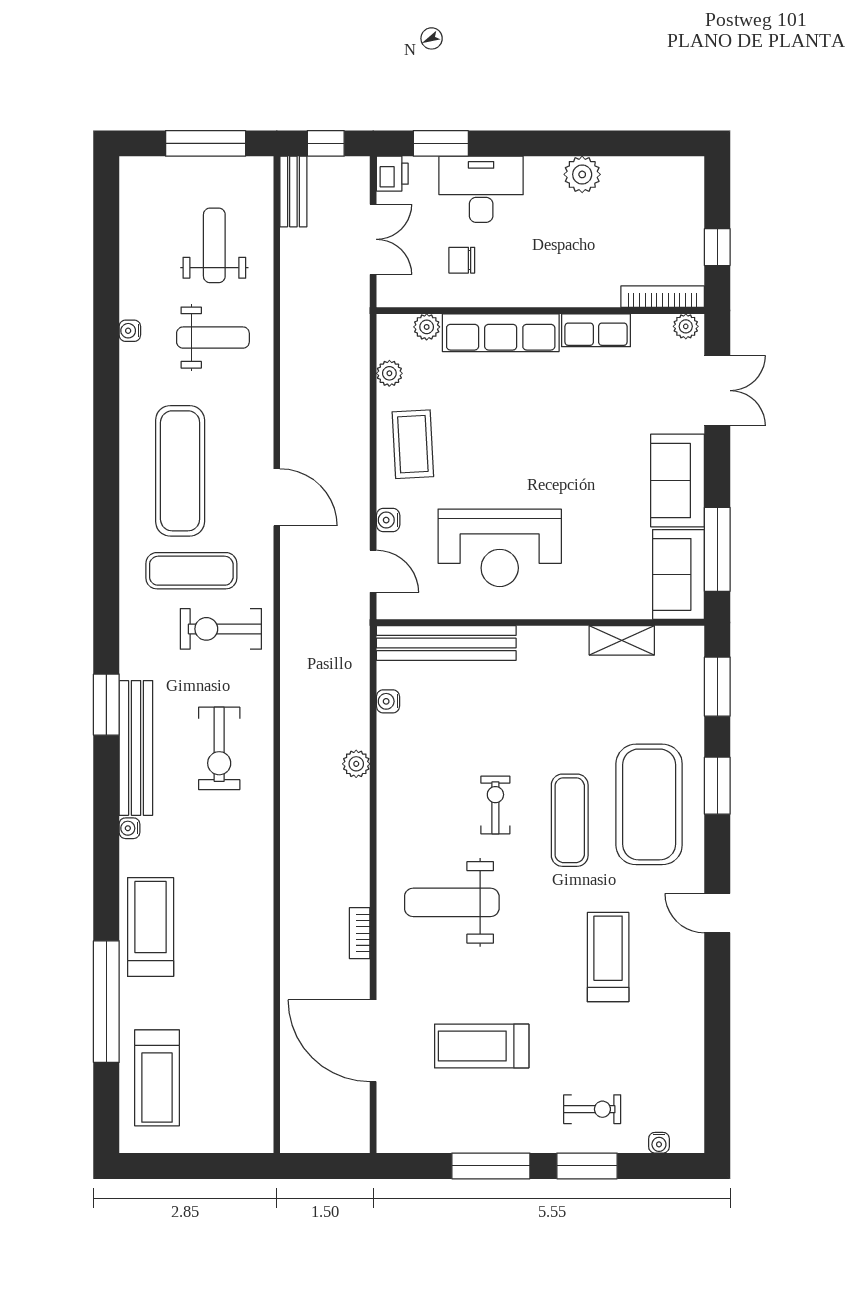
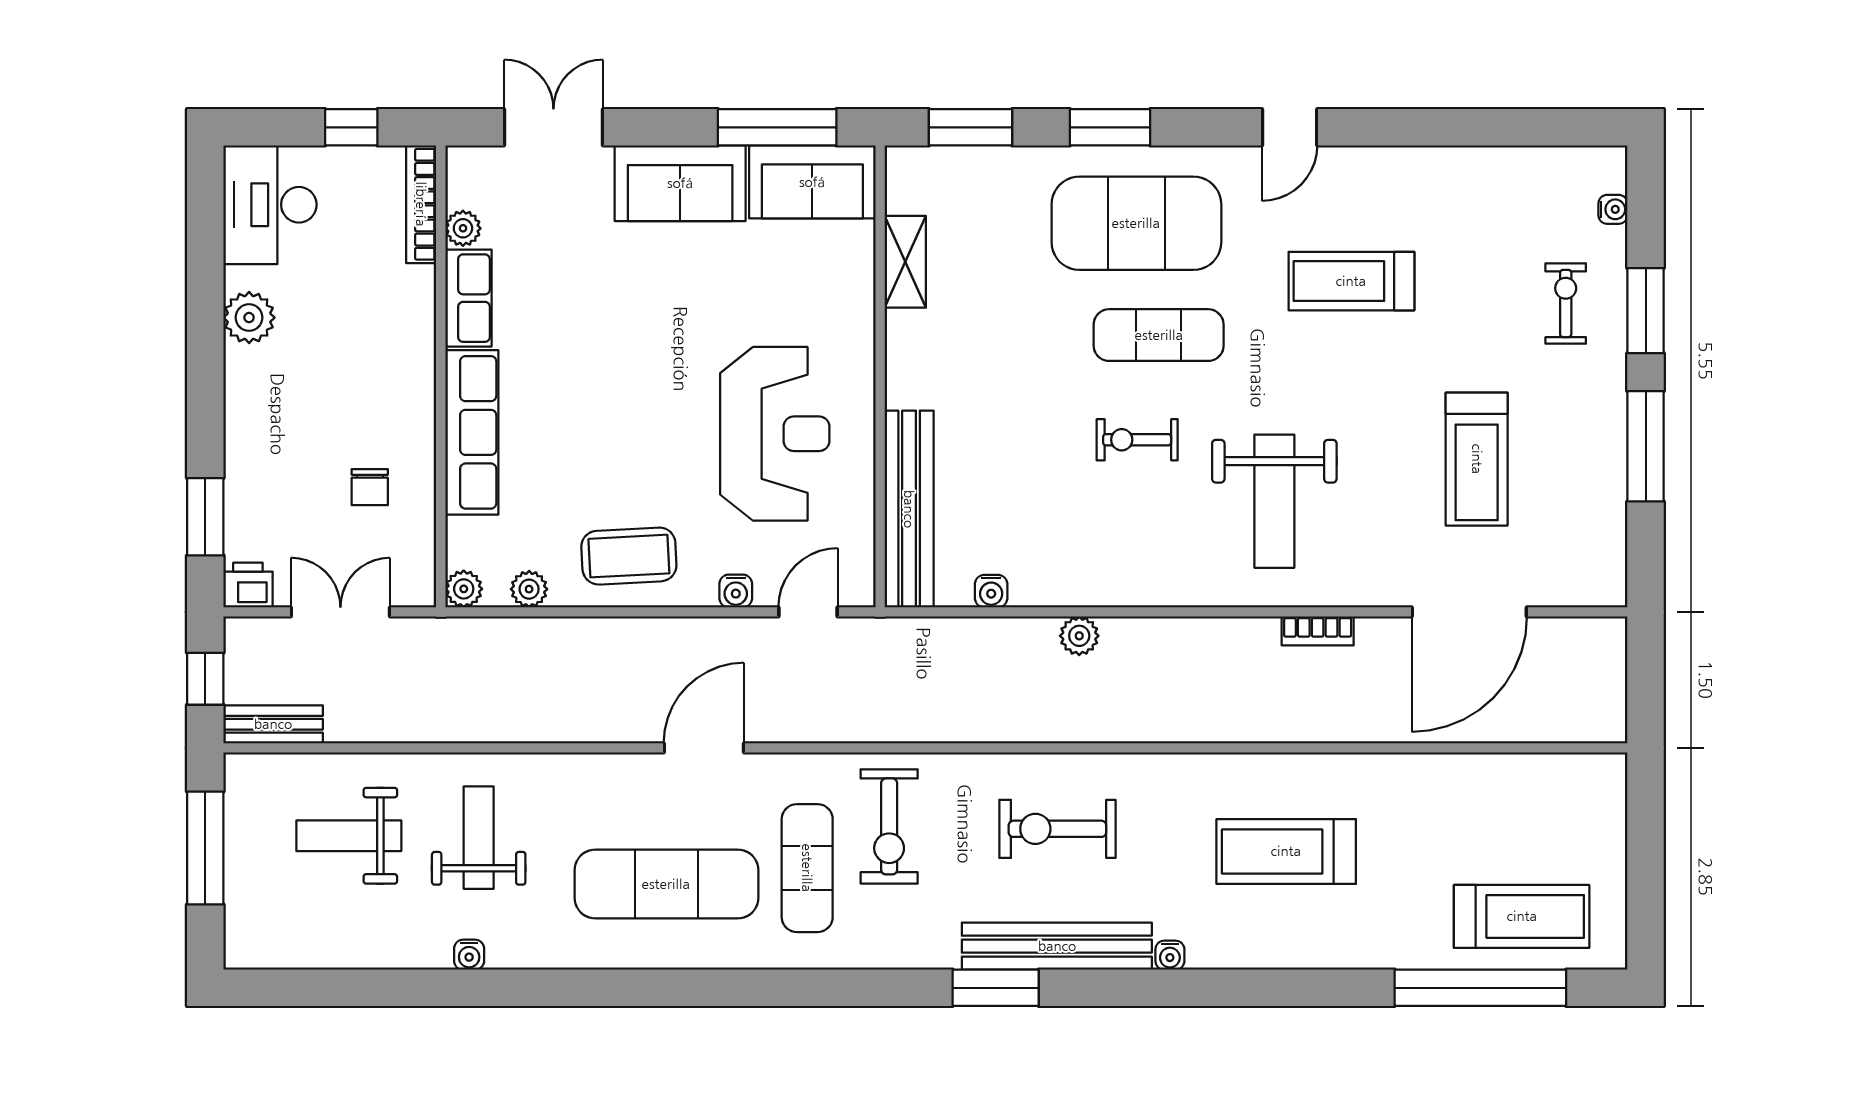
desk: (481, 189) -> (270, 205), moved
plant: (686, 326) -> (463, 228), moved
plant: (427, 327) -> (464, 589), moved
exercise bike: (219, 748) -> (1057, 829), turned 180
treadmill: (151, 927) -> (1286, 851), moved
window: (106, 1002) -> (1480, 988), moved

